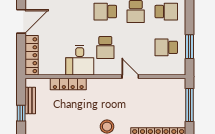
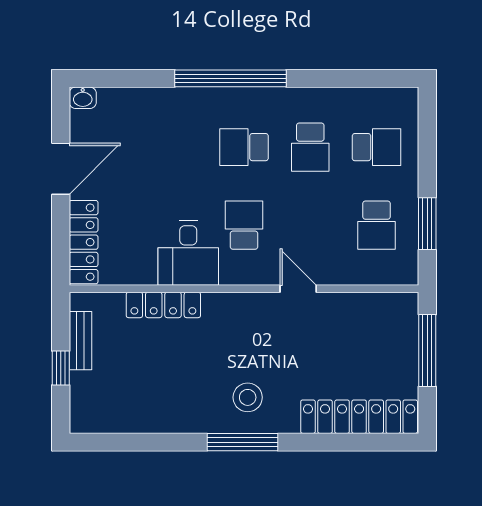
school desk: (105, 47) -> (244, 225), turned 180
school desk: (166, 47) -> (377, 225), turned -90

